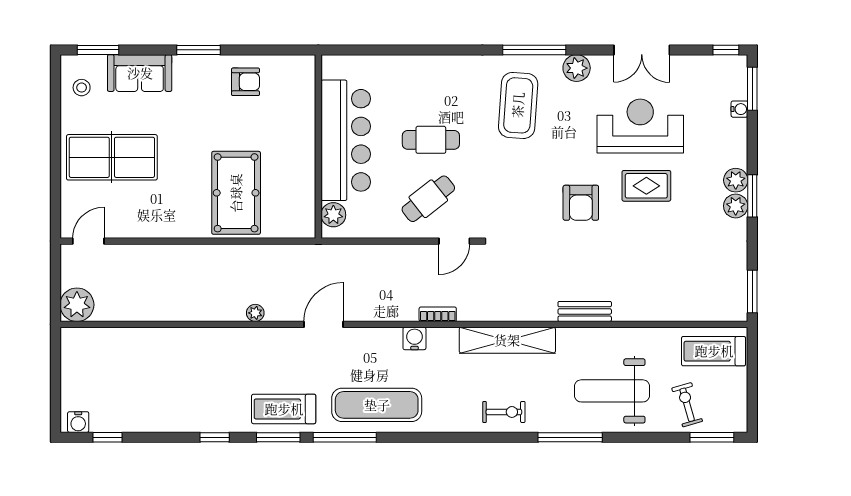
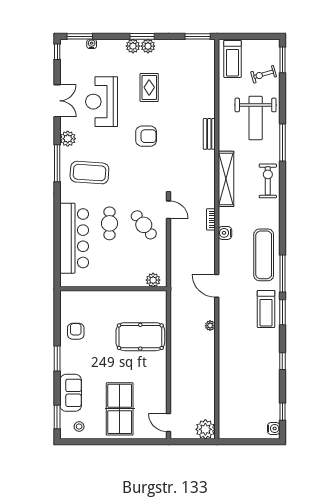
bar counter: (346, 140) -> (74, 238), moved, turned 90
rug: (646, 186) -> (149, 87), moved
exercise bike: (504, 412) -> (268, 181), width x1.38, depth x1.39
window: (215, 437) -> (282, 361), moved

